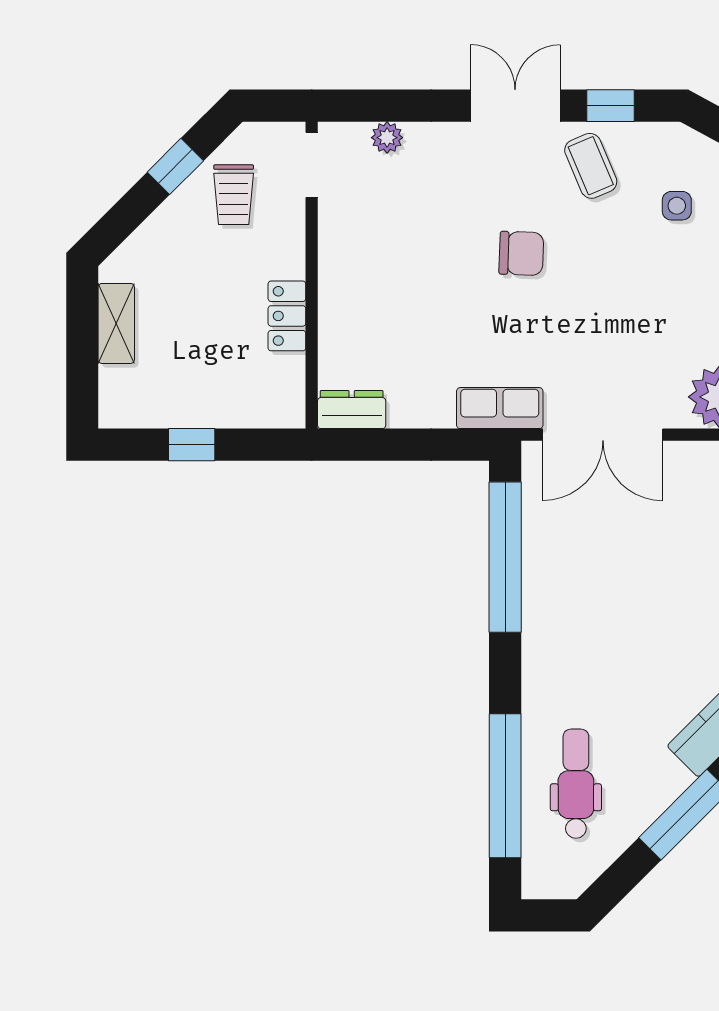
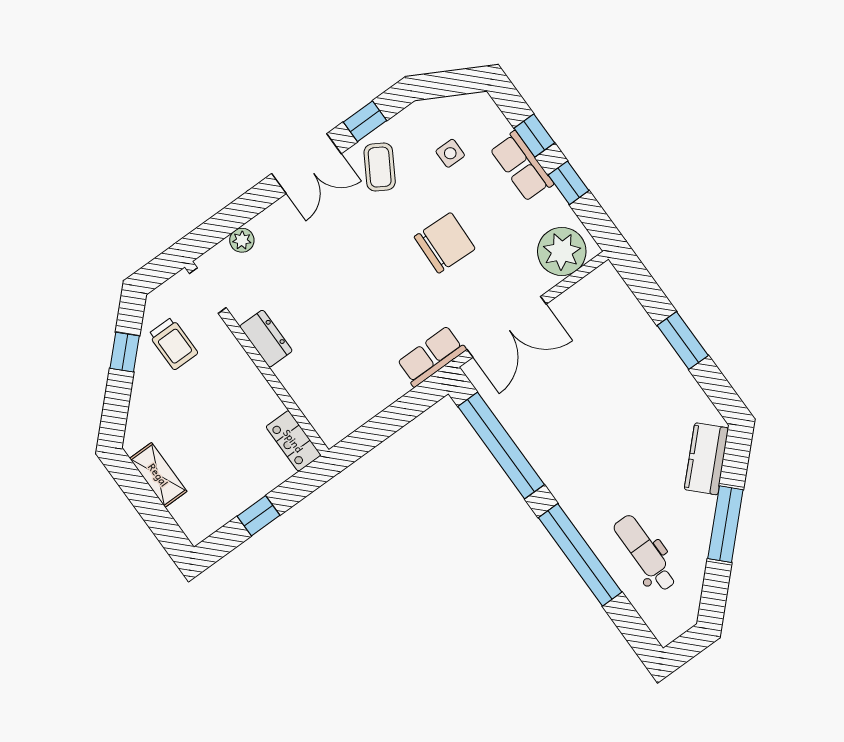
double door: (515, 106) -> (306, 164), swing flipped
coffee table: (591, 166) -> (380, 167), turned 54
chair: (521, 253) -> (445, 243), moved, width x1.37, depth x1.37
locker: (287, 316) -> (293, 441), moved
dresser: (352, 410) -> (266, 339), moved, turned 90
window: (505, 786) -> (580, 555), moved

